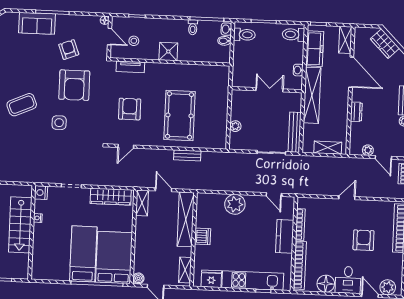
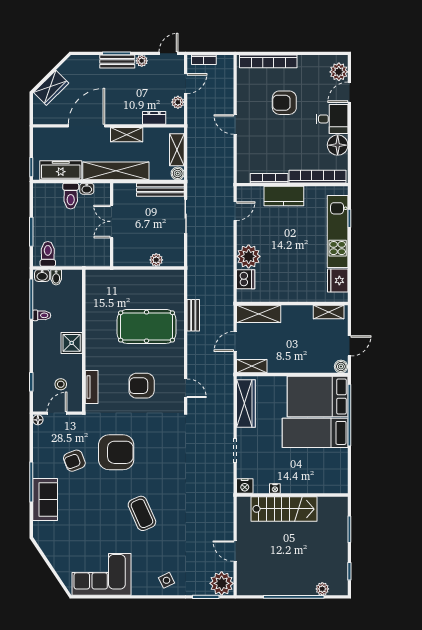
toilet: (293, 34) -> (71, 196), moved
shelving: (345, 40) -> (127, 135), moved
dresser: (356, 112) -> (154, 118), moved
side table: (59, 123) -> (161, 468), removed
boiler: (308, 147) -> (178, 173), added
shelving: (186, 219) -> (259, 314), width x0.68
dishwasher: (203, 236) -> (246, 279), moved, turned 90

